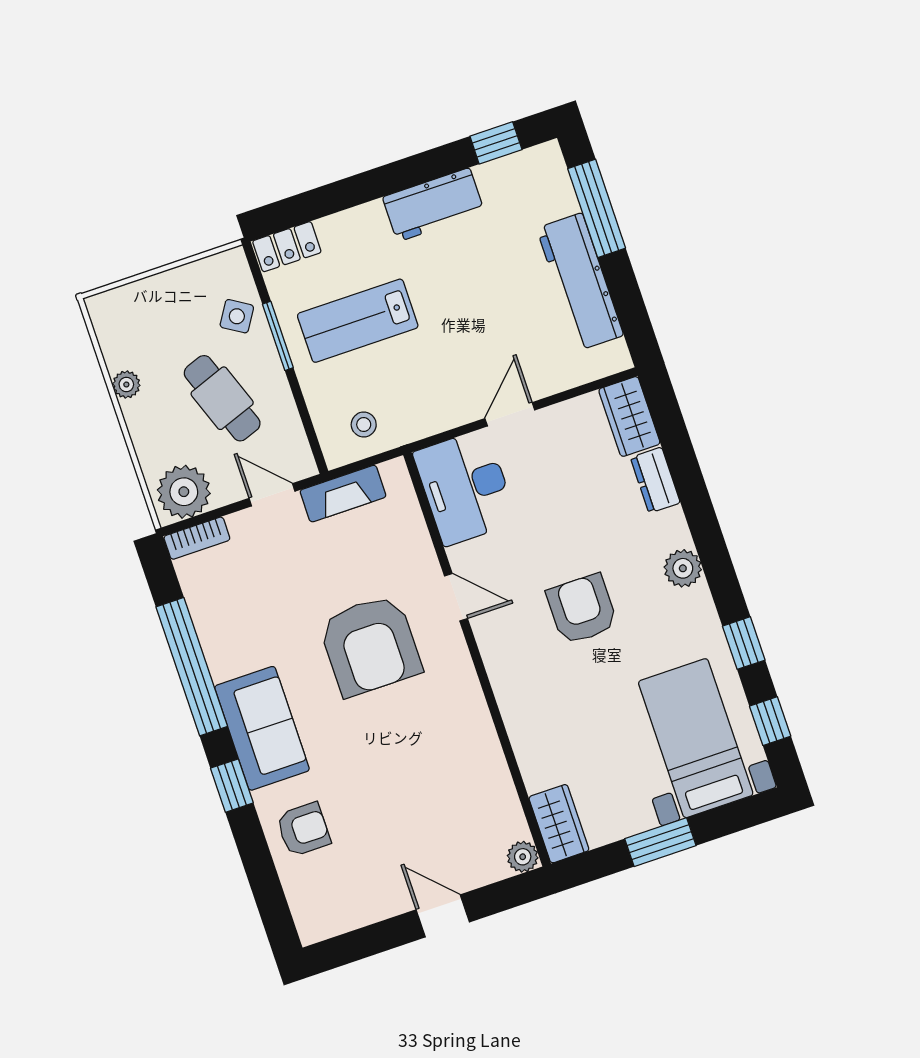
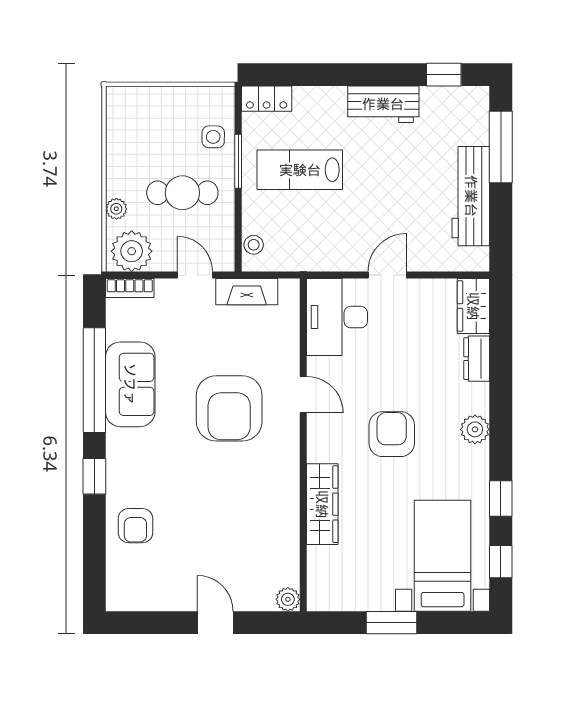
side table: (237, 316) -> (213, 137), turned -31
plant: (126, 385) -> (116, 209), moved
cafe table: (222, 398) -> (182, 193), turned -70
stool: (364, 425) -> (254, 245), moved
sofa: (262, 728) -> (130, 384), moved
wardrobe: (559, 824) -> (322, 504), moved, width x1.50
armchair: (303, 829) -> (135, 526), turned 90

